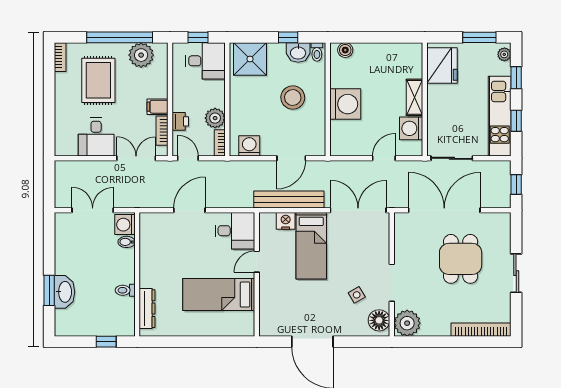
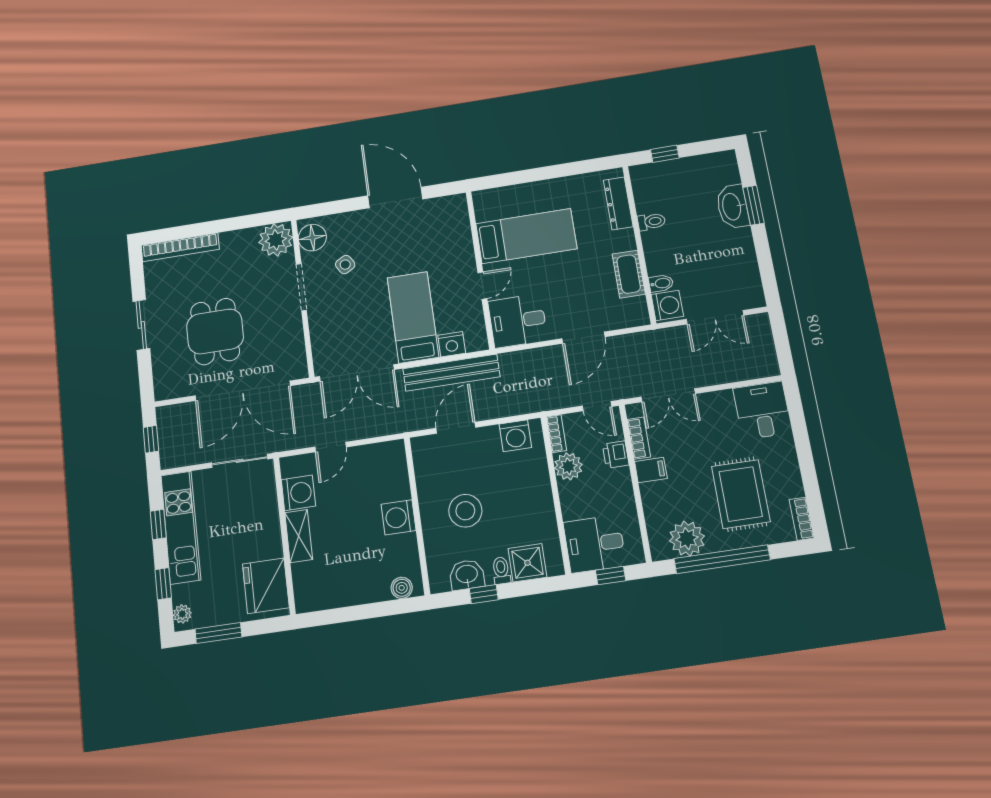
toilet: (317, 52) -> (501, 570), moved
shower: (250, 59) -> (527, 563), width x0.73, depth x0.73
washing machine: (345, 104) -> (399, 517), width x0.73, depth x0.73
desk: (96, 137) -> (762, 410), moved
cot: (149, 253) -> (629, 274), added

